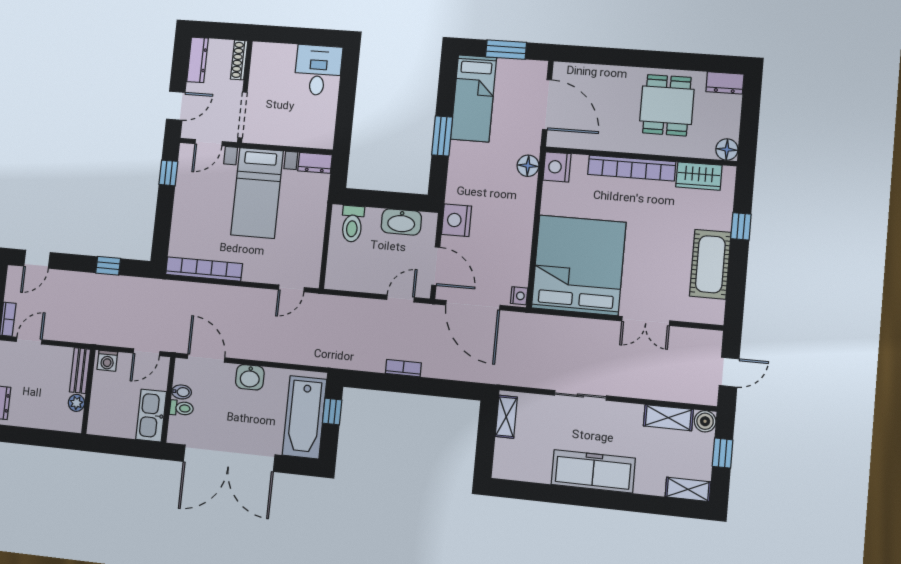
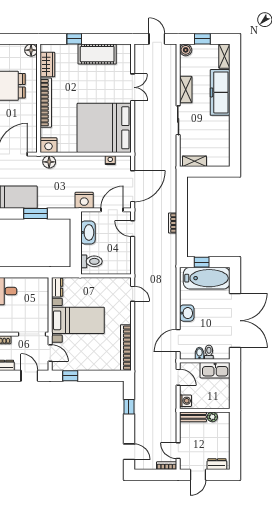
nightstand: (519, 296) -> (110, 160), moved
shelving: (668, 418) -> (186, 90), moved
freezer: (593, 471) -> (220, 92), moved

